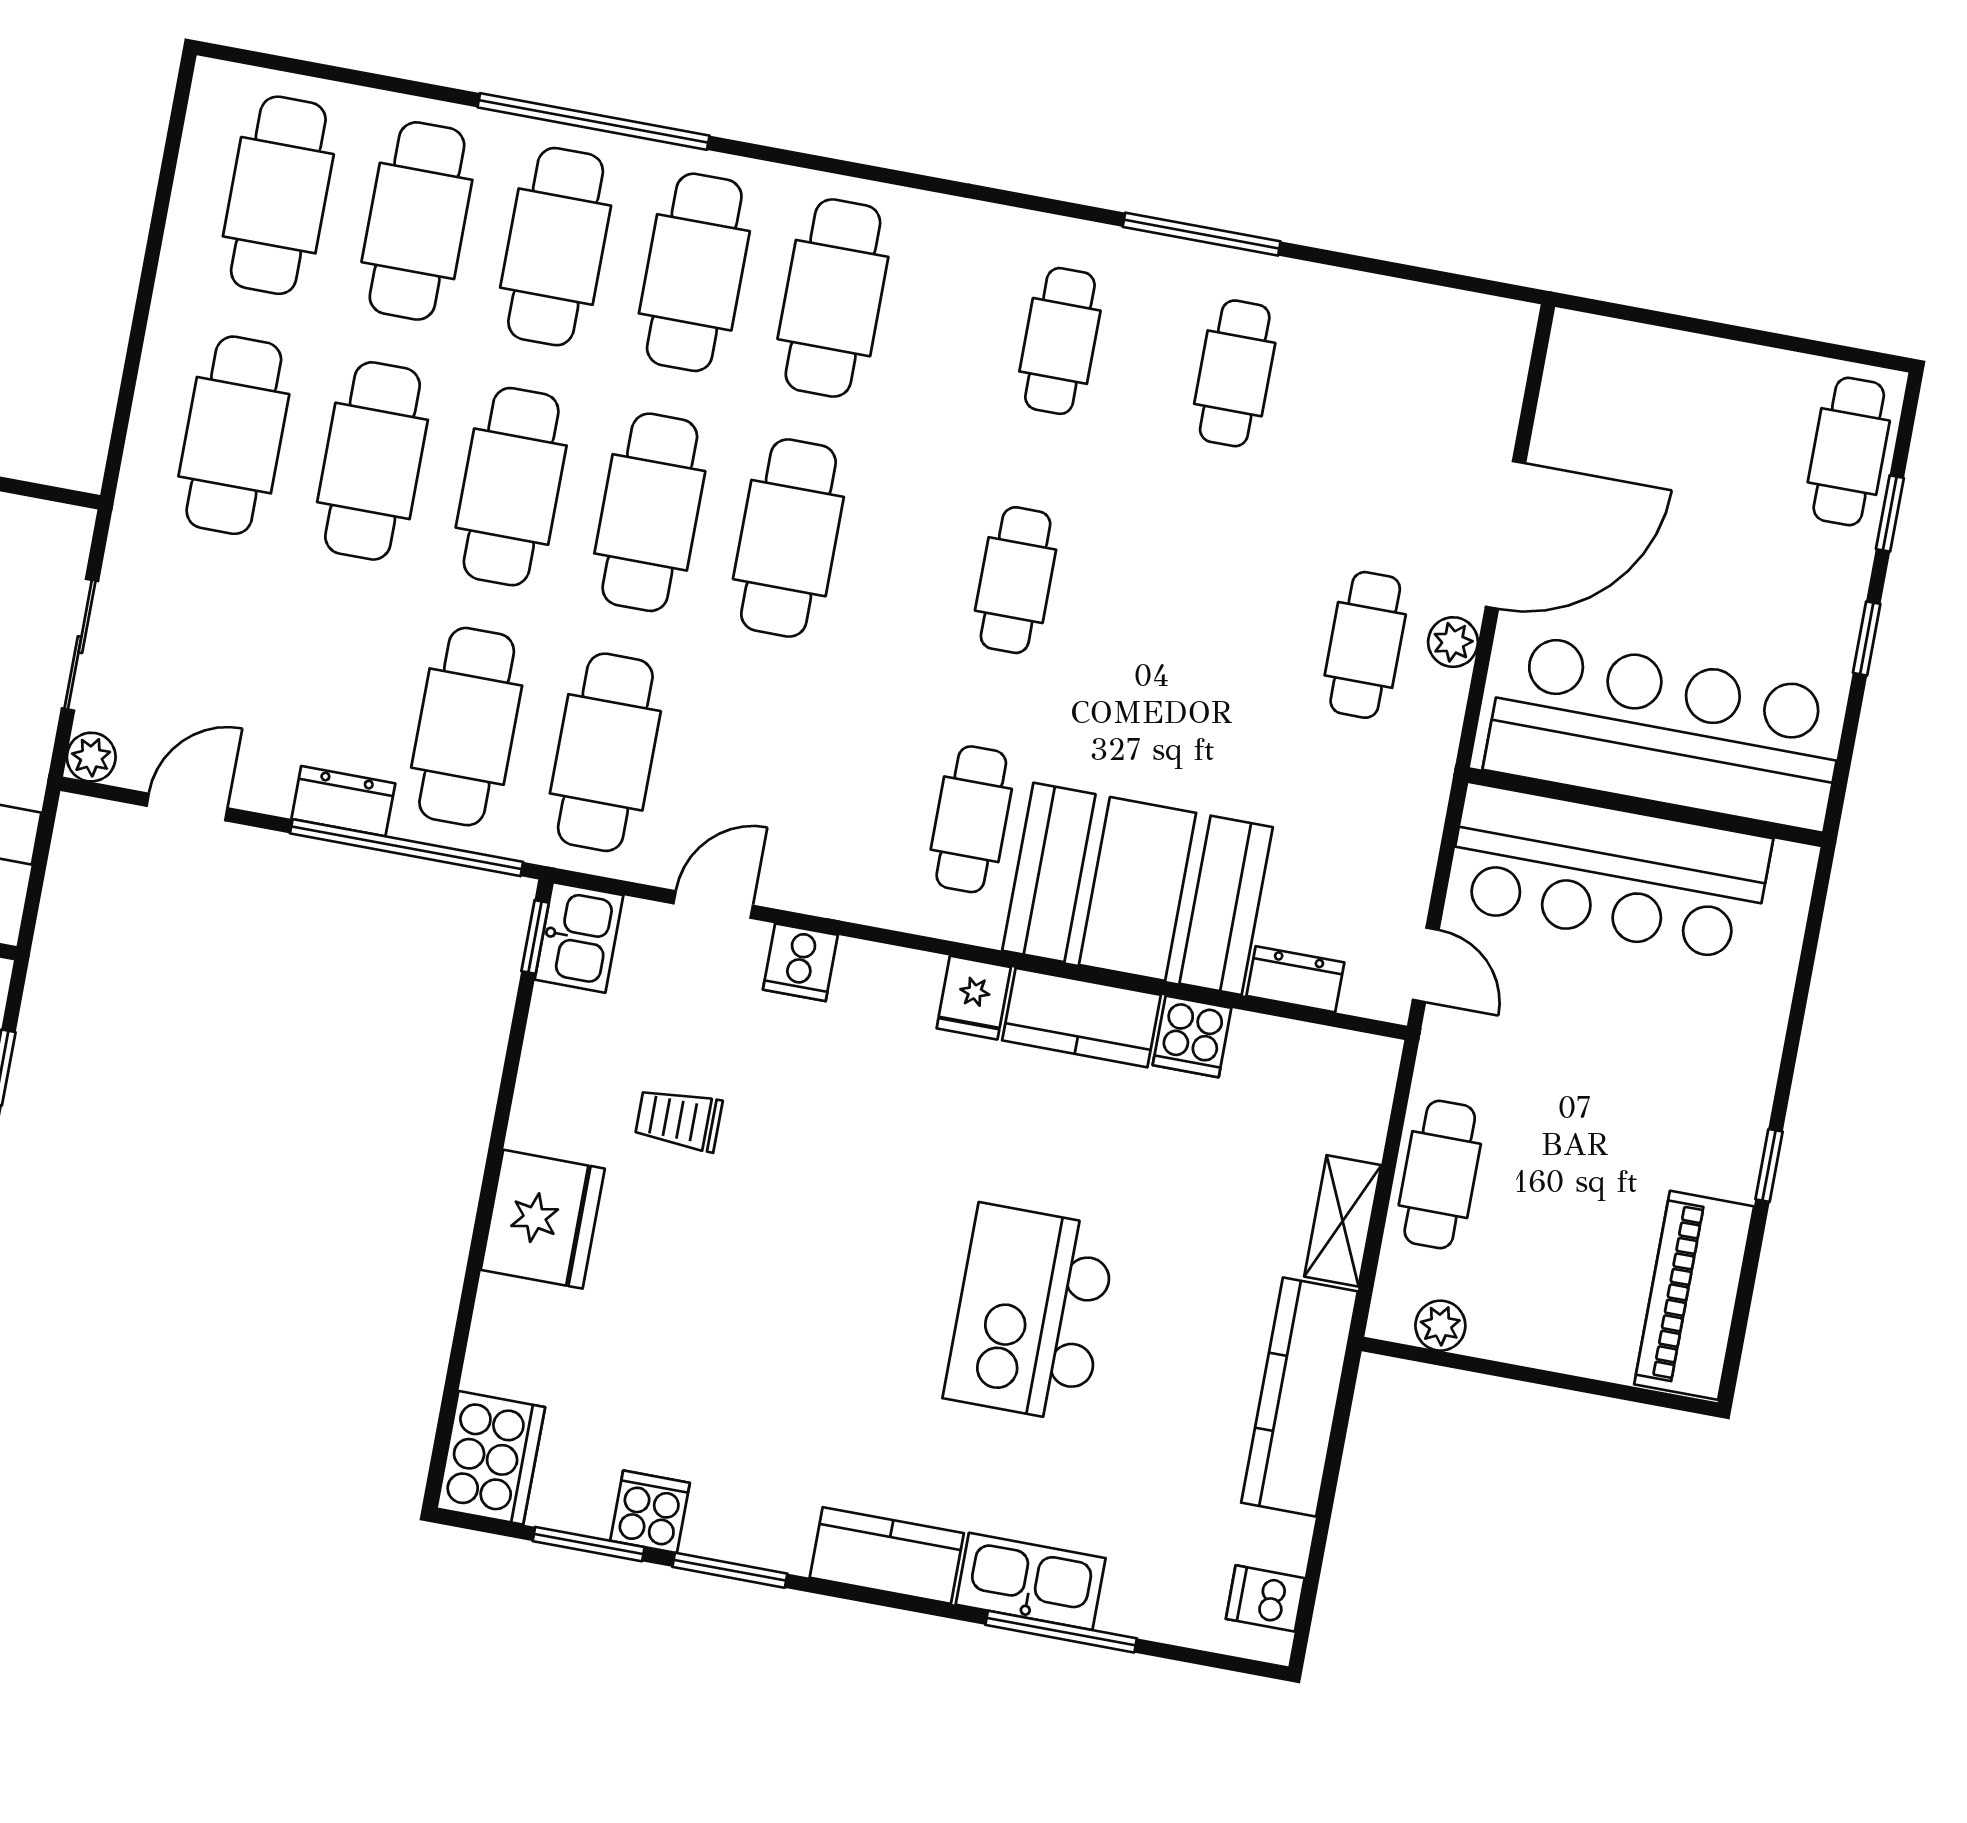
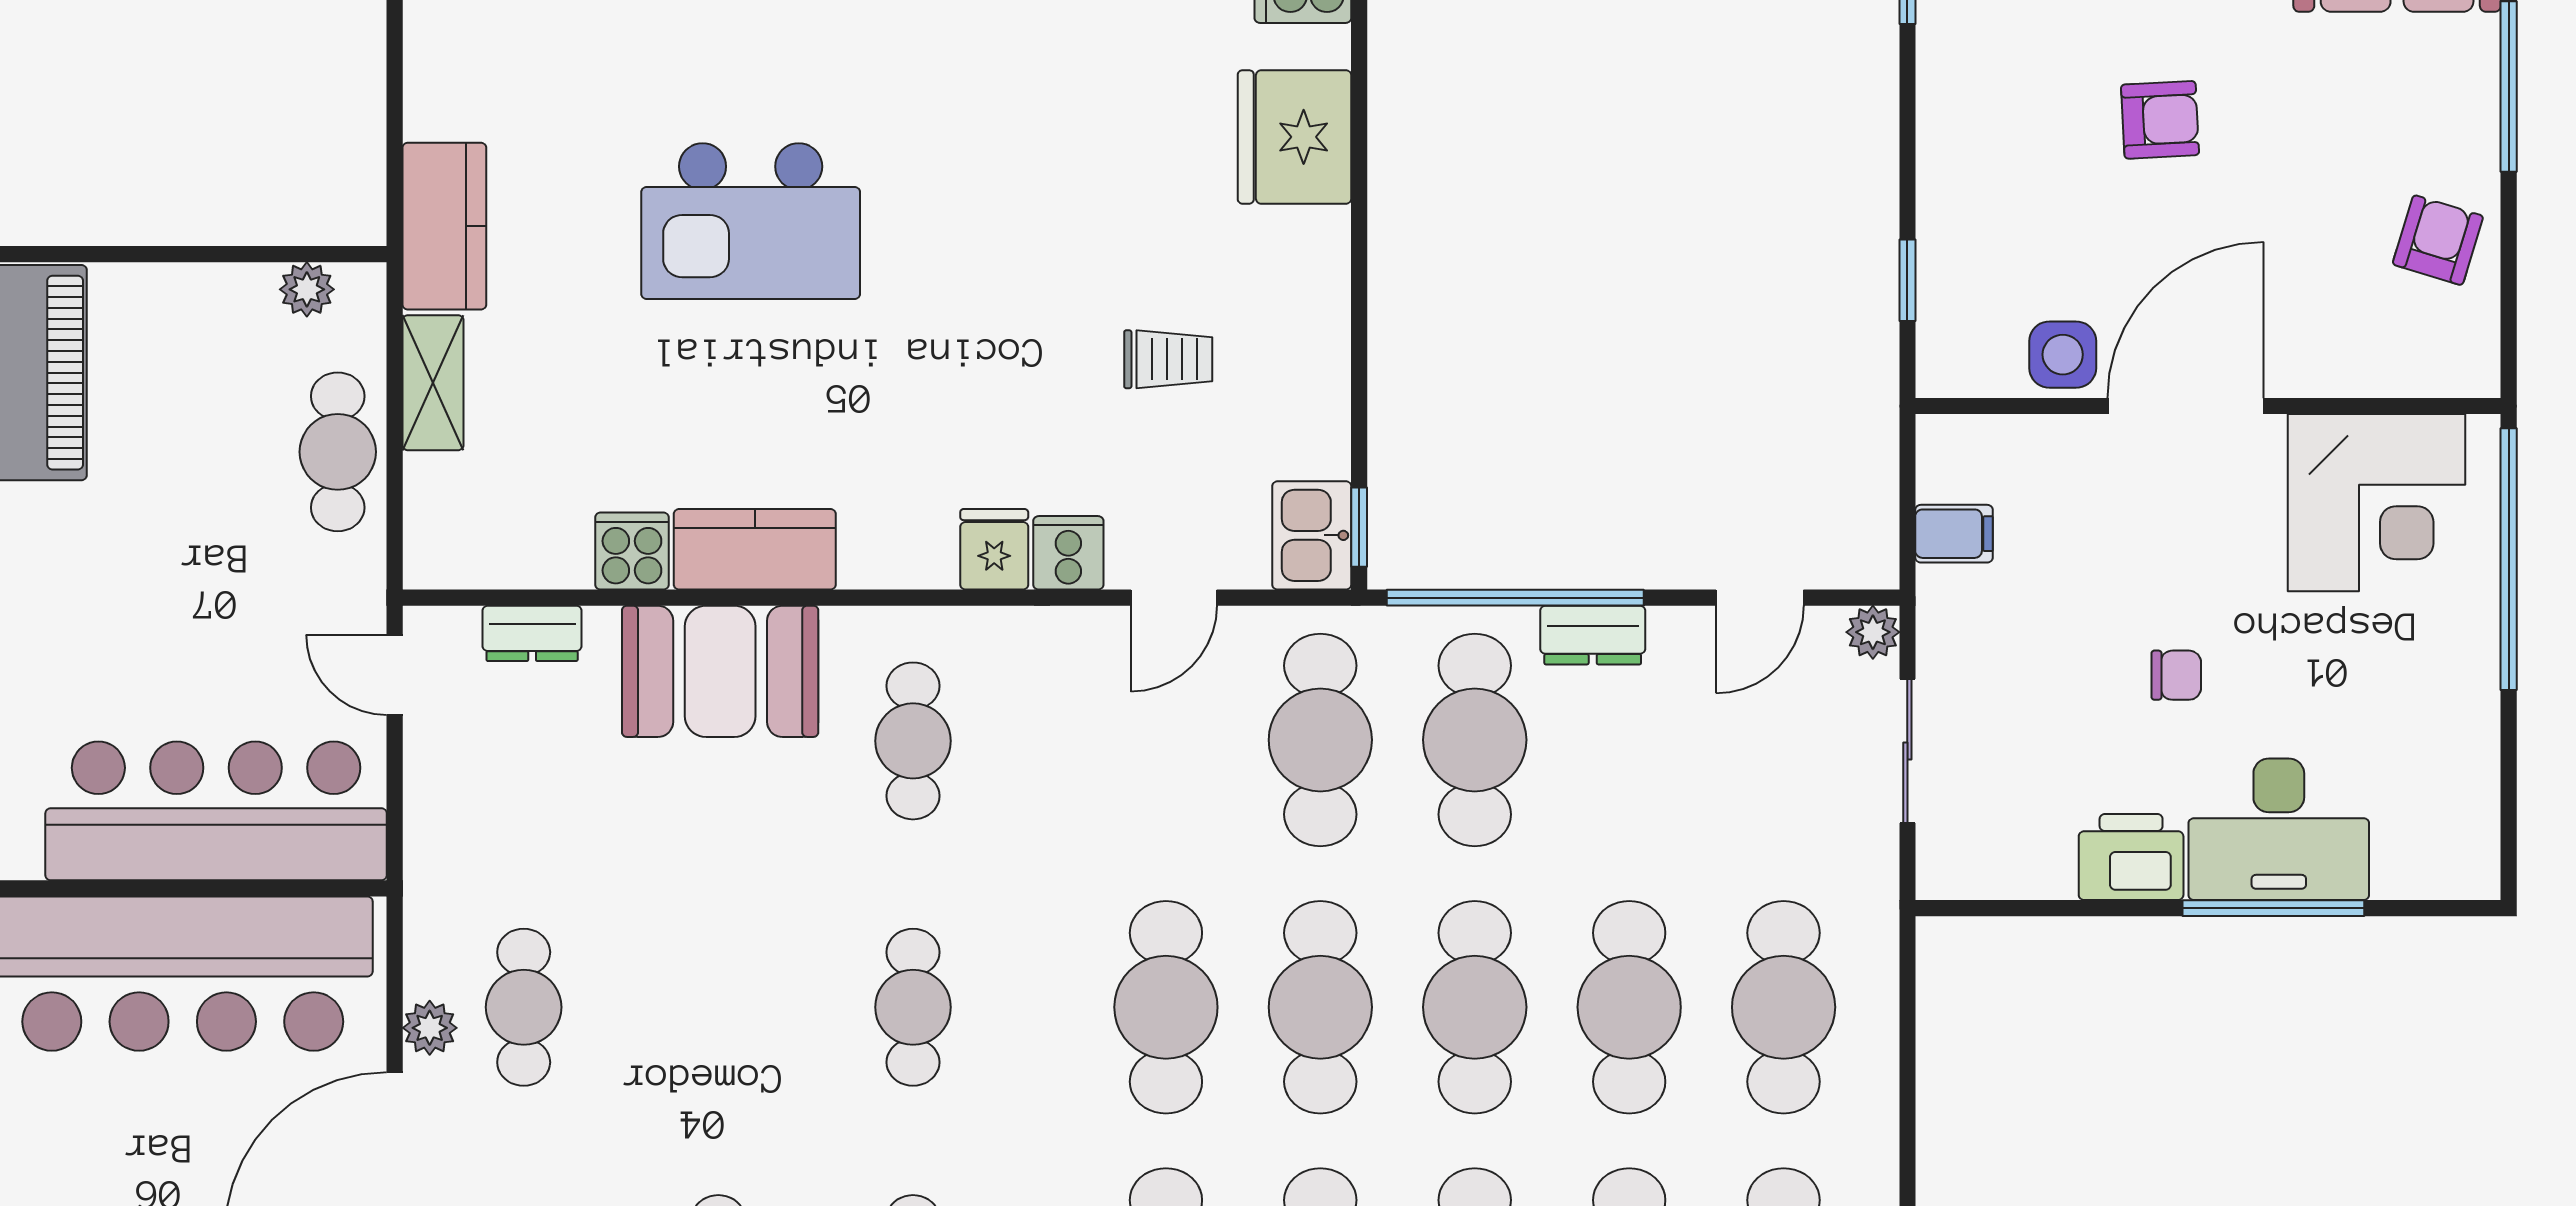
booth: (1137, 889) -> (720, 671), width x0.73, depth x0.70
fridge: (974, 998) -> (994, 549), moved
fridge: (543, 1219) -> (1295, 137), moved
kitchen island: (1031, 1313) -> (751, 221), turned 90
kitchen counter: (1299, 1397) -> (444, 226), width x0.67

